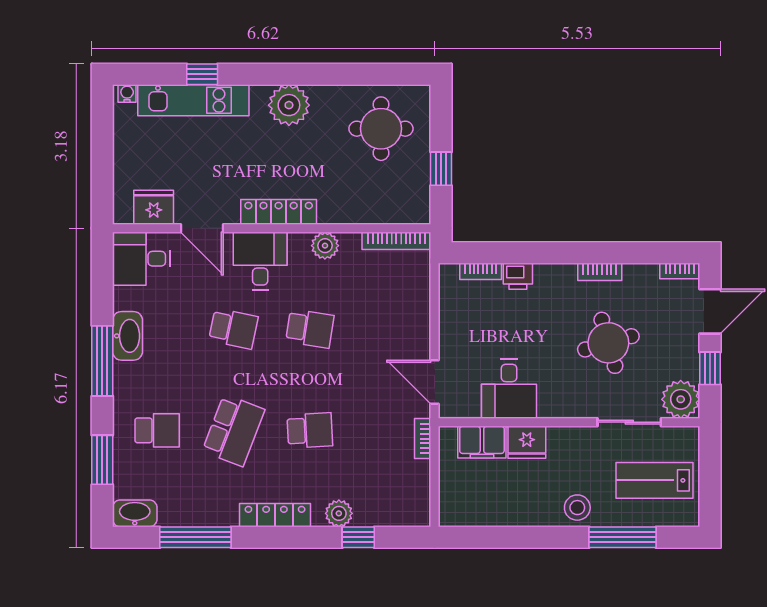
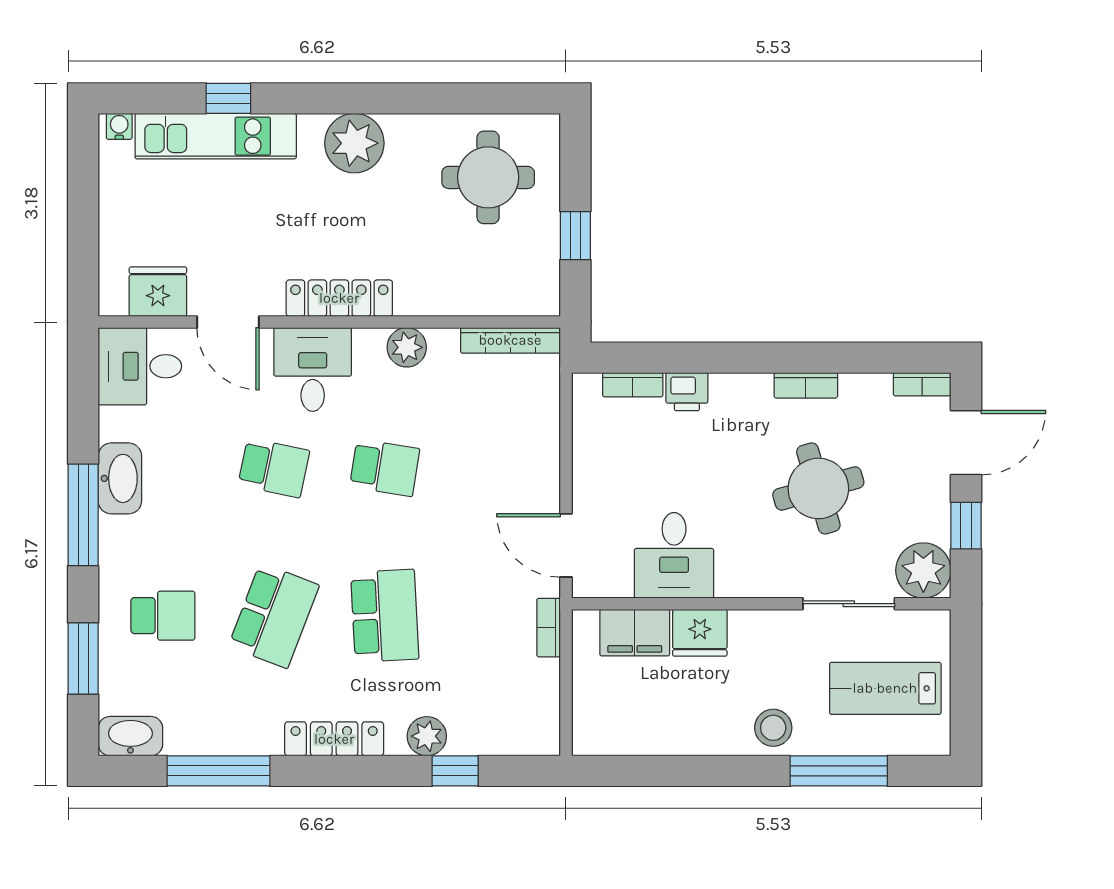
school desk: (310, 430) -> (385, 616), width x1.85

